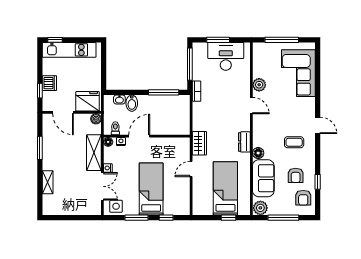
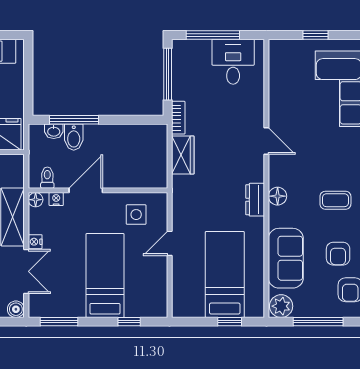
window: (218, 40) -> (213, 35), width x1.44
window: (282, 40) -> (315, 35), width x0.46
desk: (226, 56) -> (233, 62), width x0.73
plant: (259, 85) -> (279, 107), removed
window: (164, 92) -> (74, 120), moved
boiler: (96, 119) -> (16, 309), moved
wardrobe: (199, 143) -> (183, 155), moved
floor lamp: (258, 153) -> (278, 196), moved
side table: (116, 206) -> (136, 215), moved
window: (136, 218) -> (59, 322), moved

